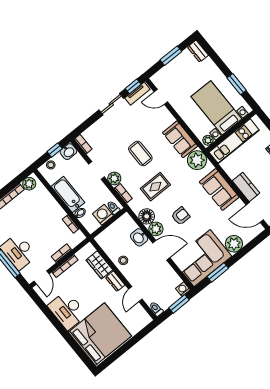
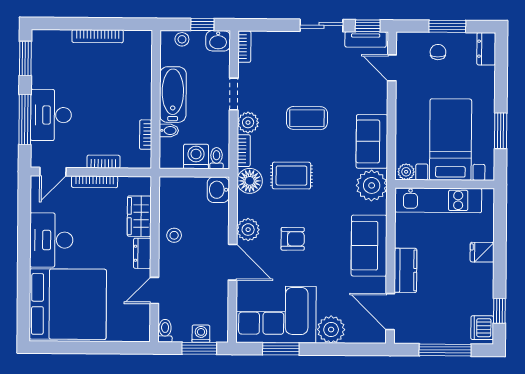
chair: (176, 71) -> (438, 52), added
coffee table: (140, 153) -> (307, 118), turned 90
plant: (29, 184) -> (135, 40), removed
floor lamp: (147, 216) -> (250, 181), moved
washbasin: (139, 237) -> (218, 190), moved
washing machine: (183, 289) -> (201, 334), moved

